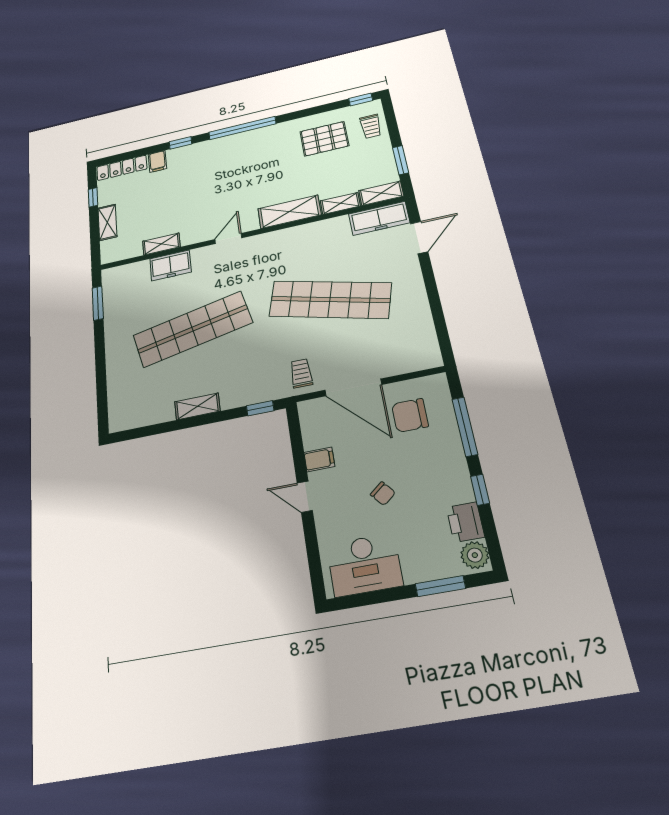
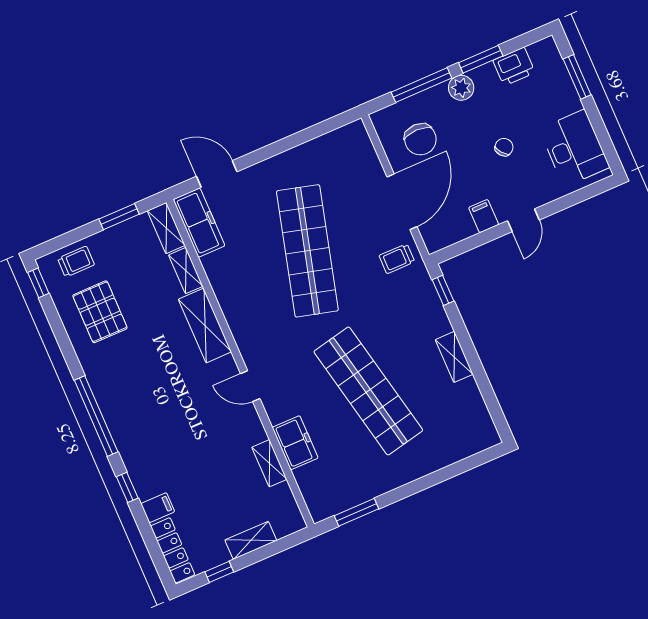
window: (480, 490) -> (481, 59), width x1.50
plant: (475, 555) -> (461, 88), moved

